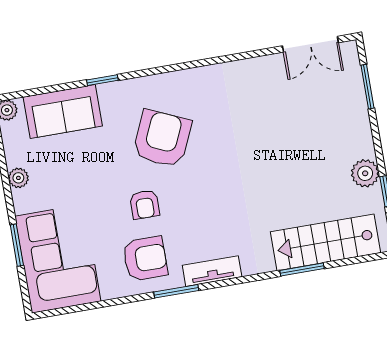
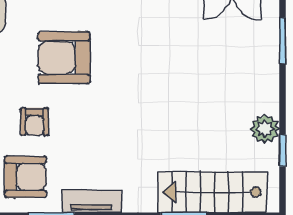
armchair: (162, 139) -> (64, 58), turned -114

